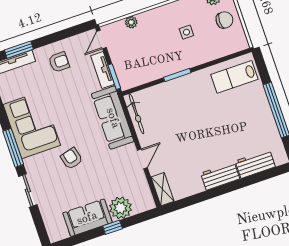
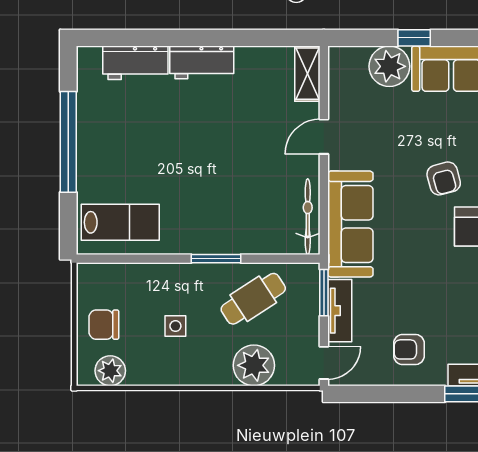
plant: (131, 22) -> (254, 365), width x1.88, depth x1.88
cafe table: (150, 61) -> (253, 299), added

